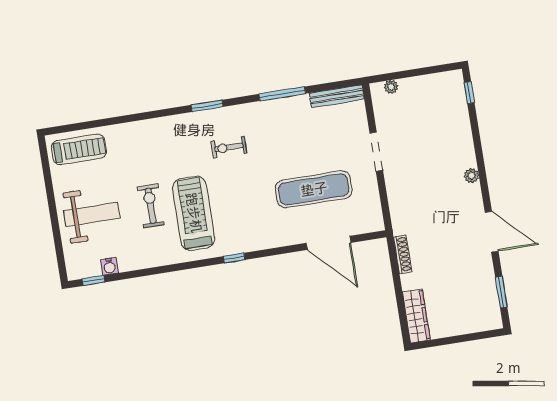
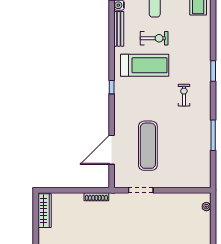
bench: (337, 96) -> (119, 29), moved
window: (207, 106) -> (213, 71), moved
doorway: (376, 152) -> (141, 190), moved
wardrobe: (416, 316) -> (45, 211), moved, turned -90

